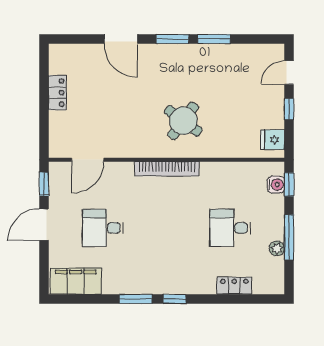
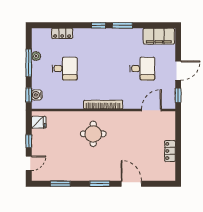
window: (214, 39) -> (60, 184), moved
round table: (183, 121) -> (93, 134), turned -36

